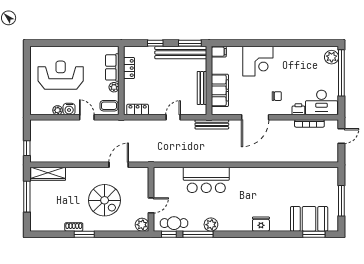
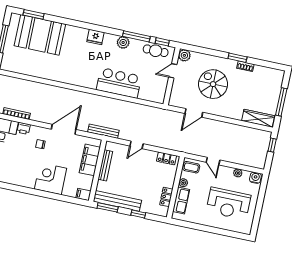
water cooler: (69, 109) -> (255, 178), moved
booth: (309, 219) -> (40, 35), width x1.36, depth x1.42
fridge: (261, 224) -> (95, 37), moved

